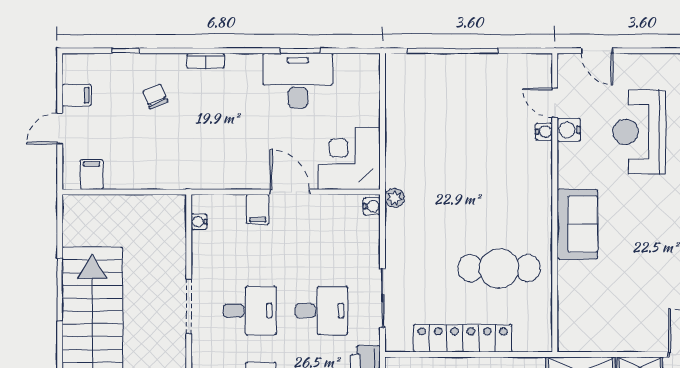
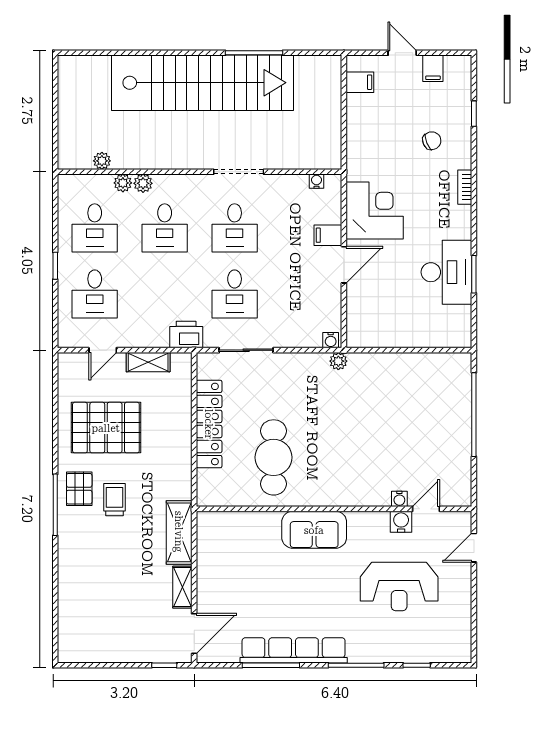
reception desk: (639, 132) -> (399, 587), turned 180
corner desk: (349, 159) -> (375, 211), moved

